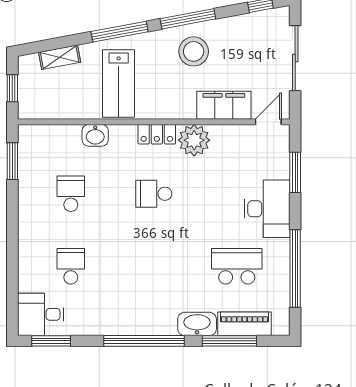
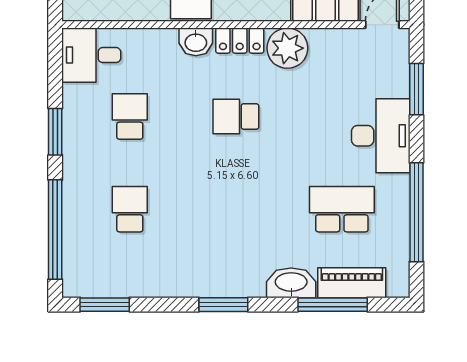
washbasin: (95, 135) -> (196, 42), moved
window: (12, 161) -> (55, 132), moved
window: (12, 282) -> (55, 230), added
desk: (41, 314) -> (91, 55), moved
window: (144, 341) -> (223, 305), width x0.47

